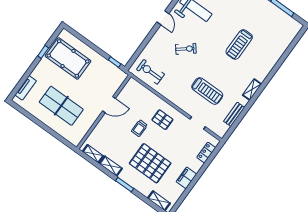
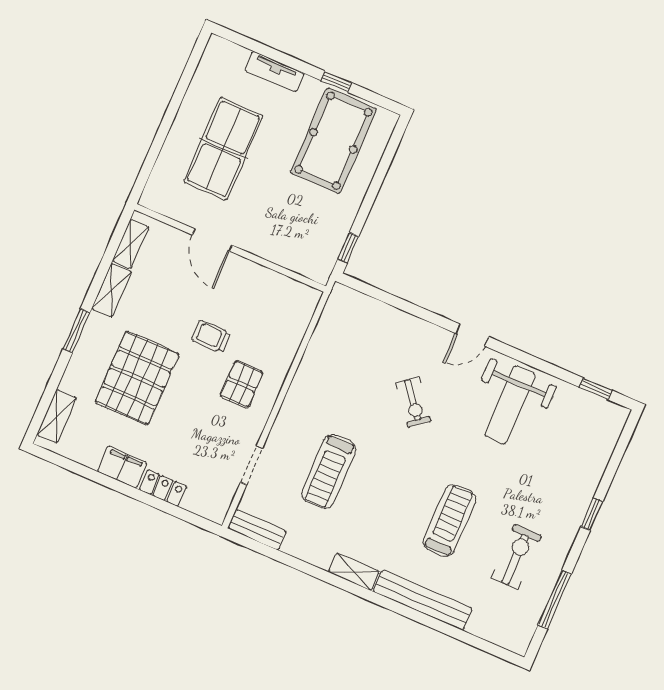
treadmill: (239, 44) -> (449, 521), turned 90
bench: (270, 63) -> (423, 600), added
exercise bike: (150, 72) -> (516, 557), moved
tv unit: (26, 88) -> (274, 72), moved
door: (109, 105) -> (212, 240), moved
bench: (234, 114) -> (257, 530), moved
locker: (206, 153) -> (163, 488), moved

